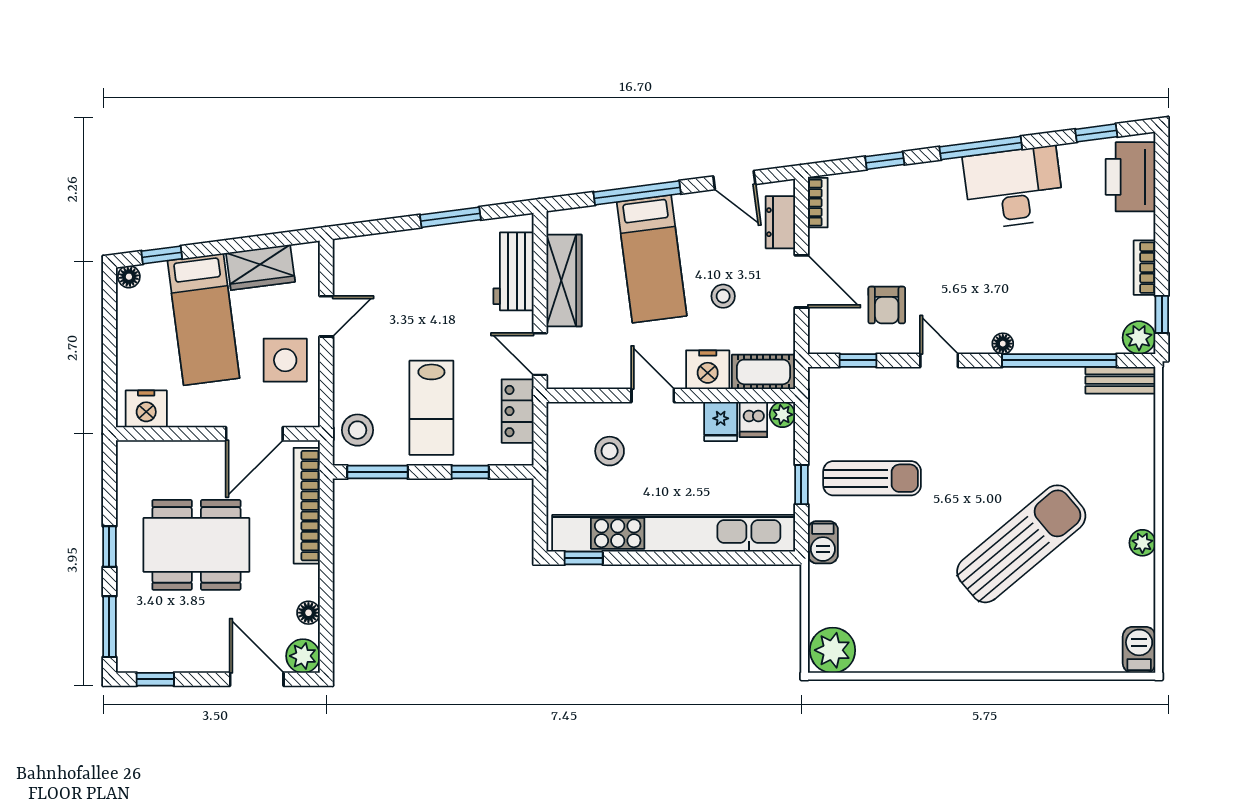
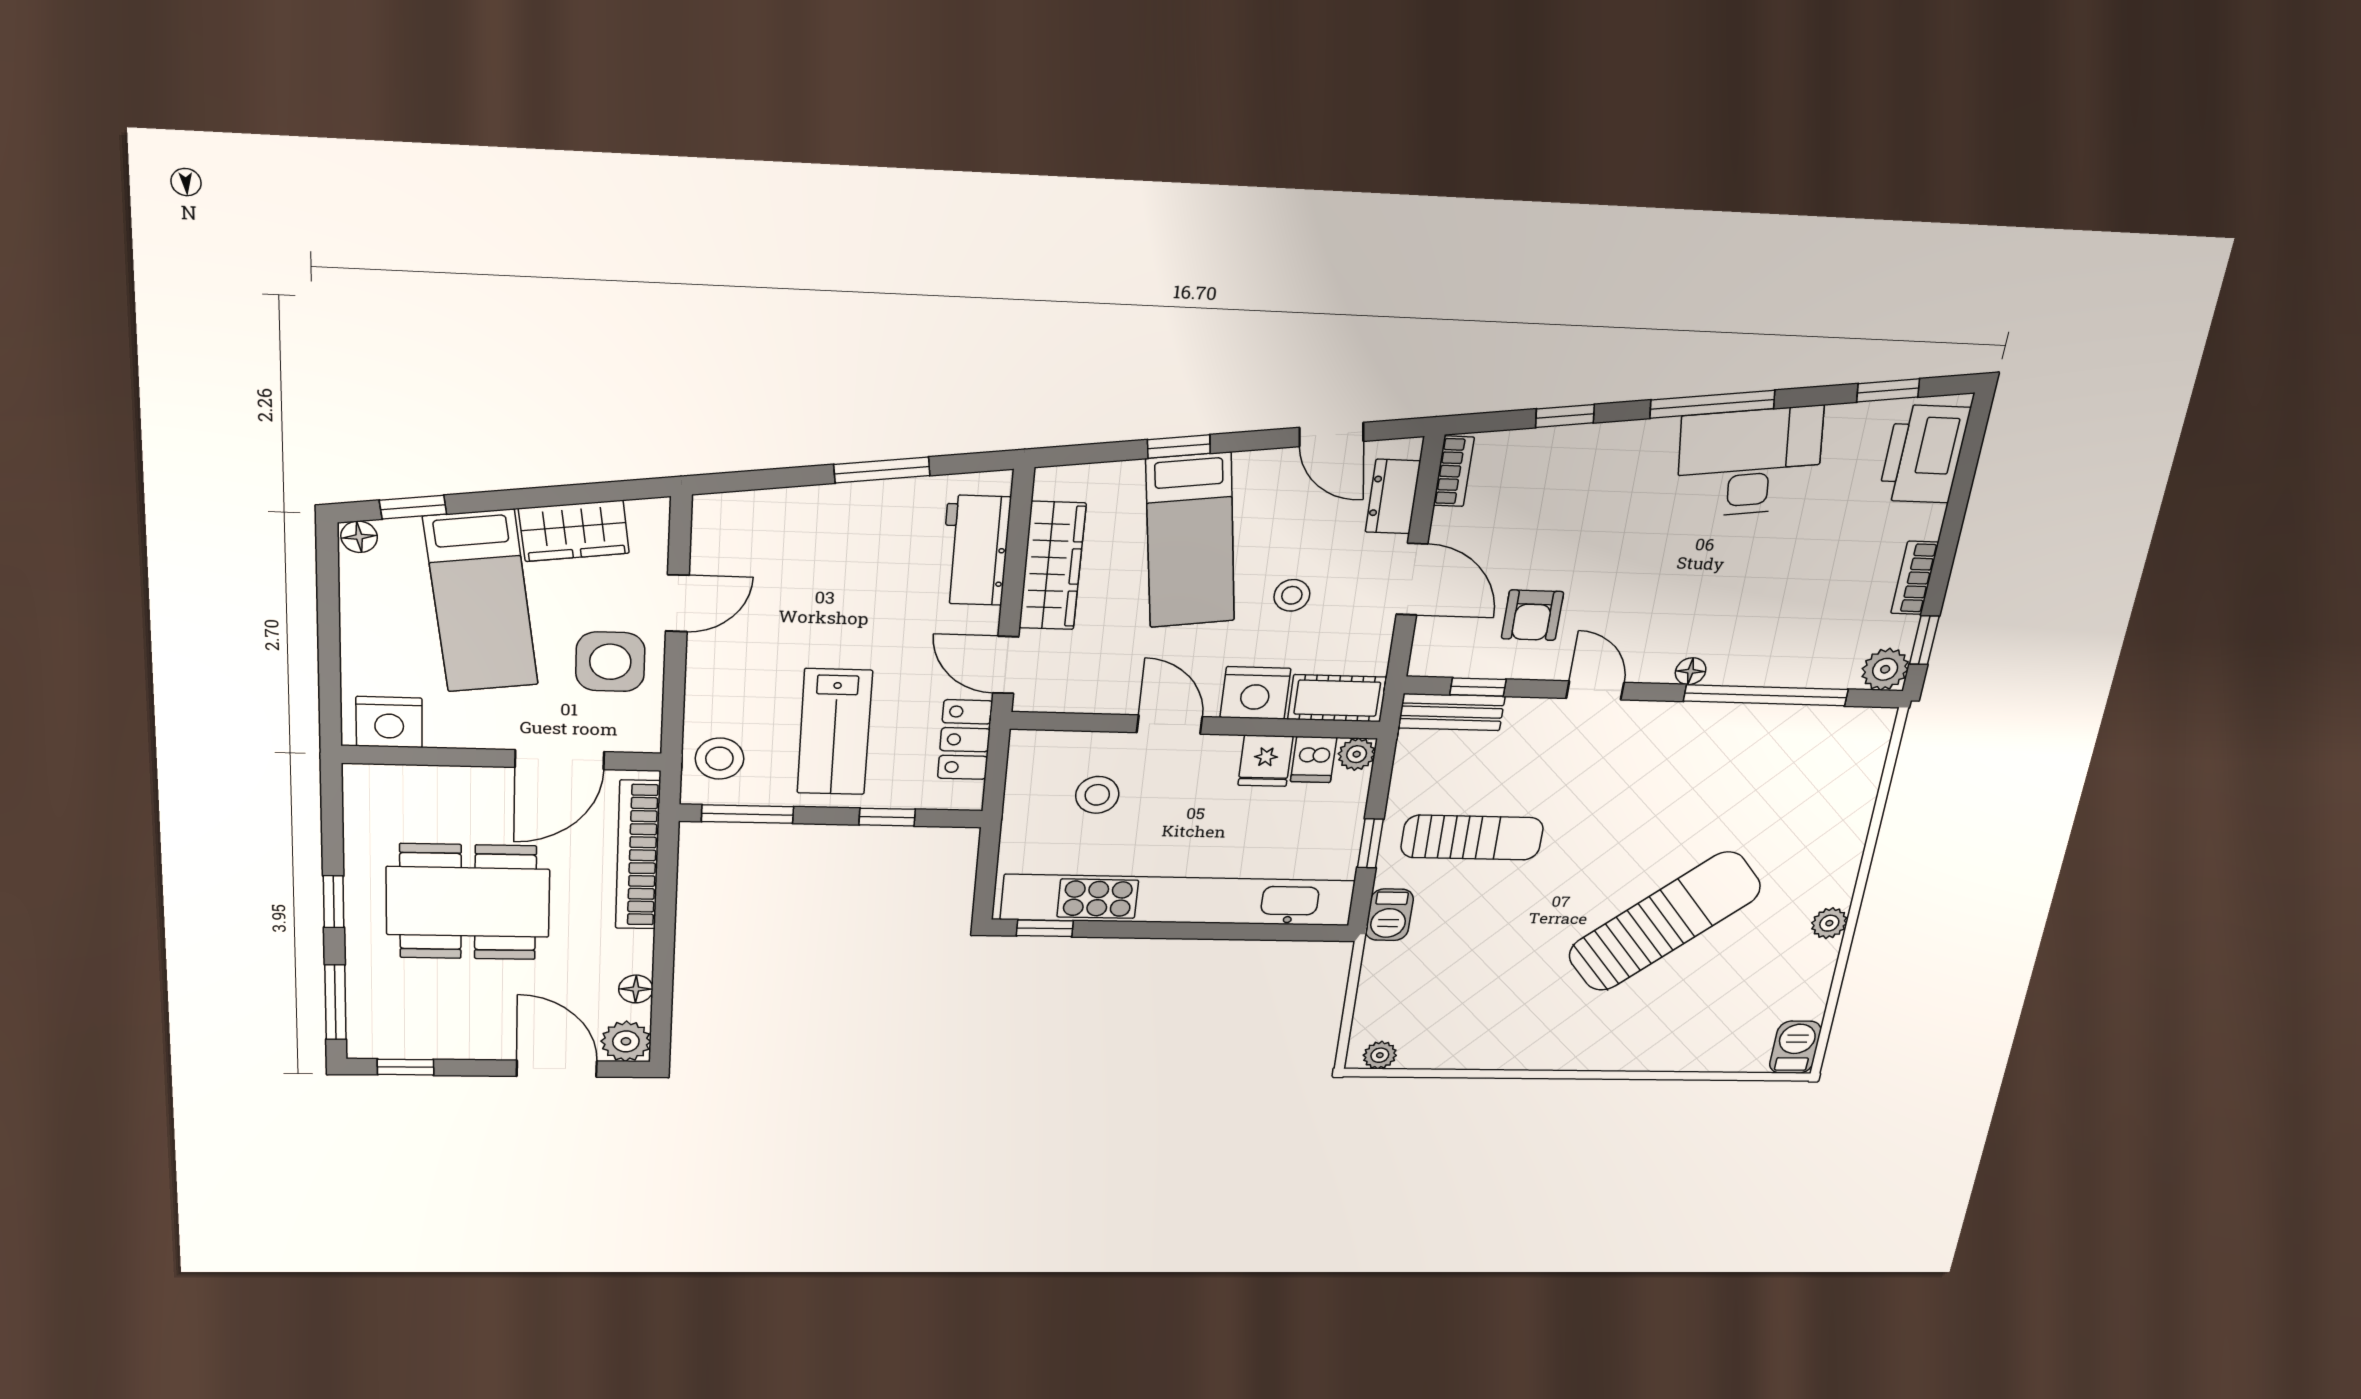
window: (637, 193) -> (1179, 447), width x0.46
bench: (1120, 380) -> (1451, 712), moved
plant: (833, 650) -> (1380, 1055), width x0.53, depth x0.53

